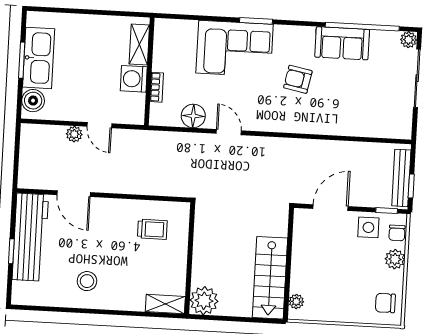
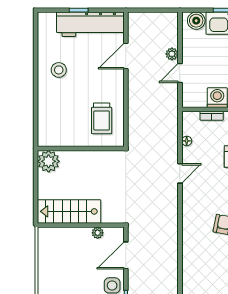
floor lamp: (193, 116) -> (187, 141), width x0.53, depth x0.53
door: (331, 208) -> (126, 255), swing flipped
trolley: (152, 229) -> (102, 118), width x1.36, depth x1.39
plant: (296, 302) -> (98, 233), moved
shelving: (165, 304) -> (44, 132), removed

